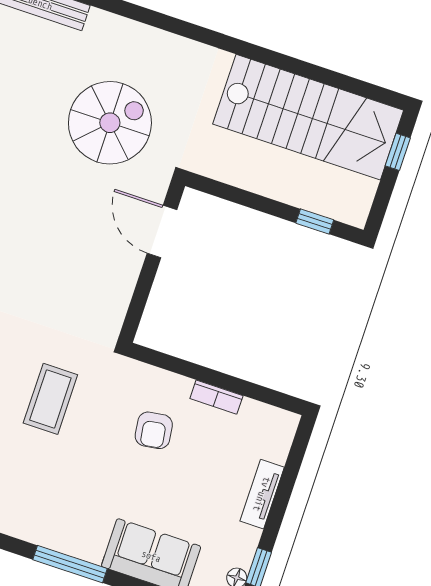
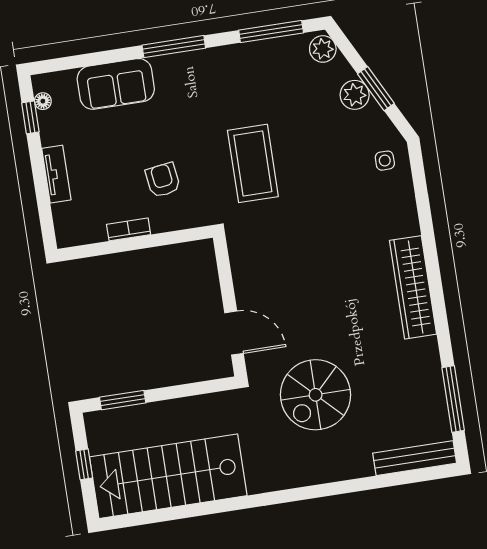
window: (398, 152) -> (84, 464), moved
window: (315, 221) -> (123, 400), width x1.50
coffee table: (50, 399) -> (253, 163), width x1.36, depth x1.32

